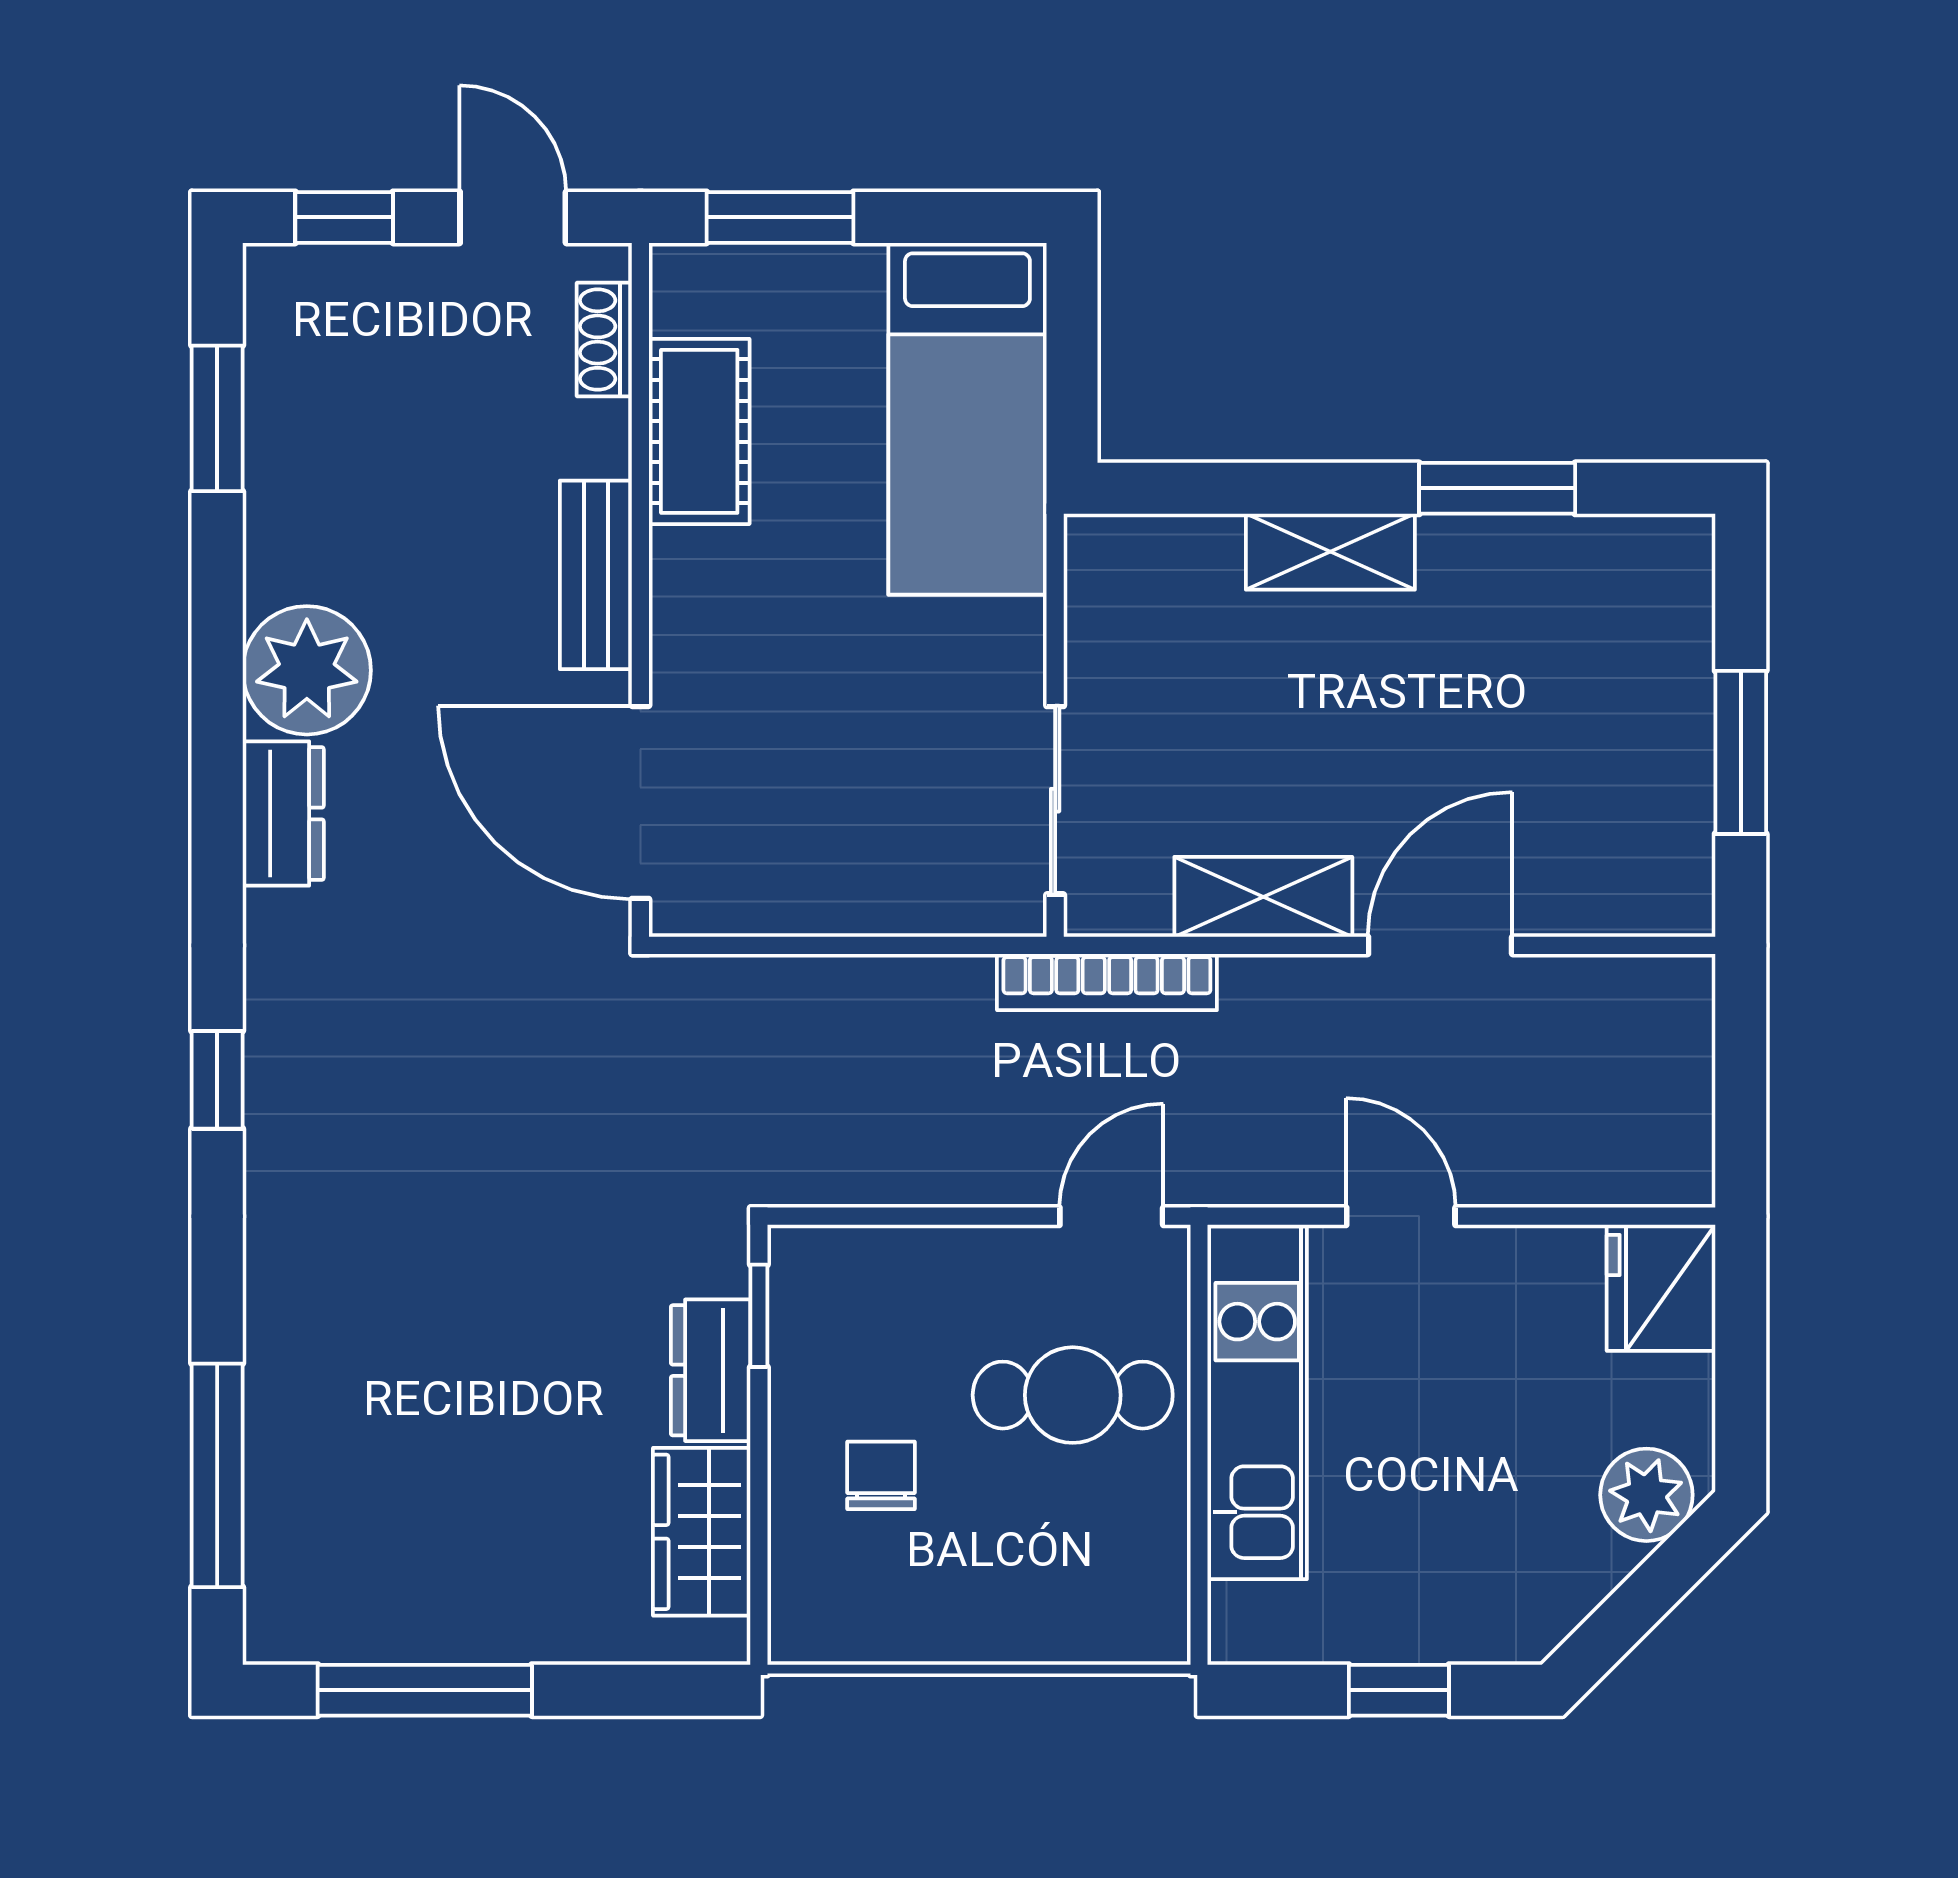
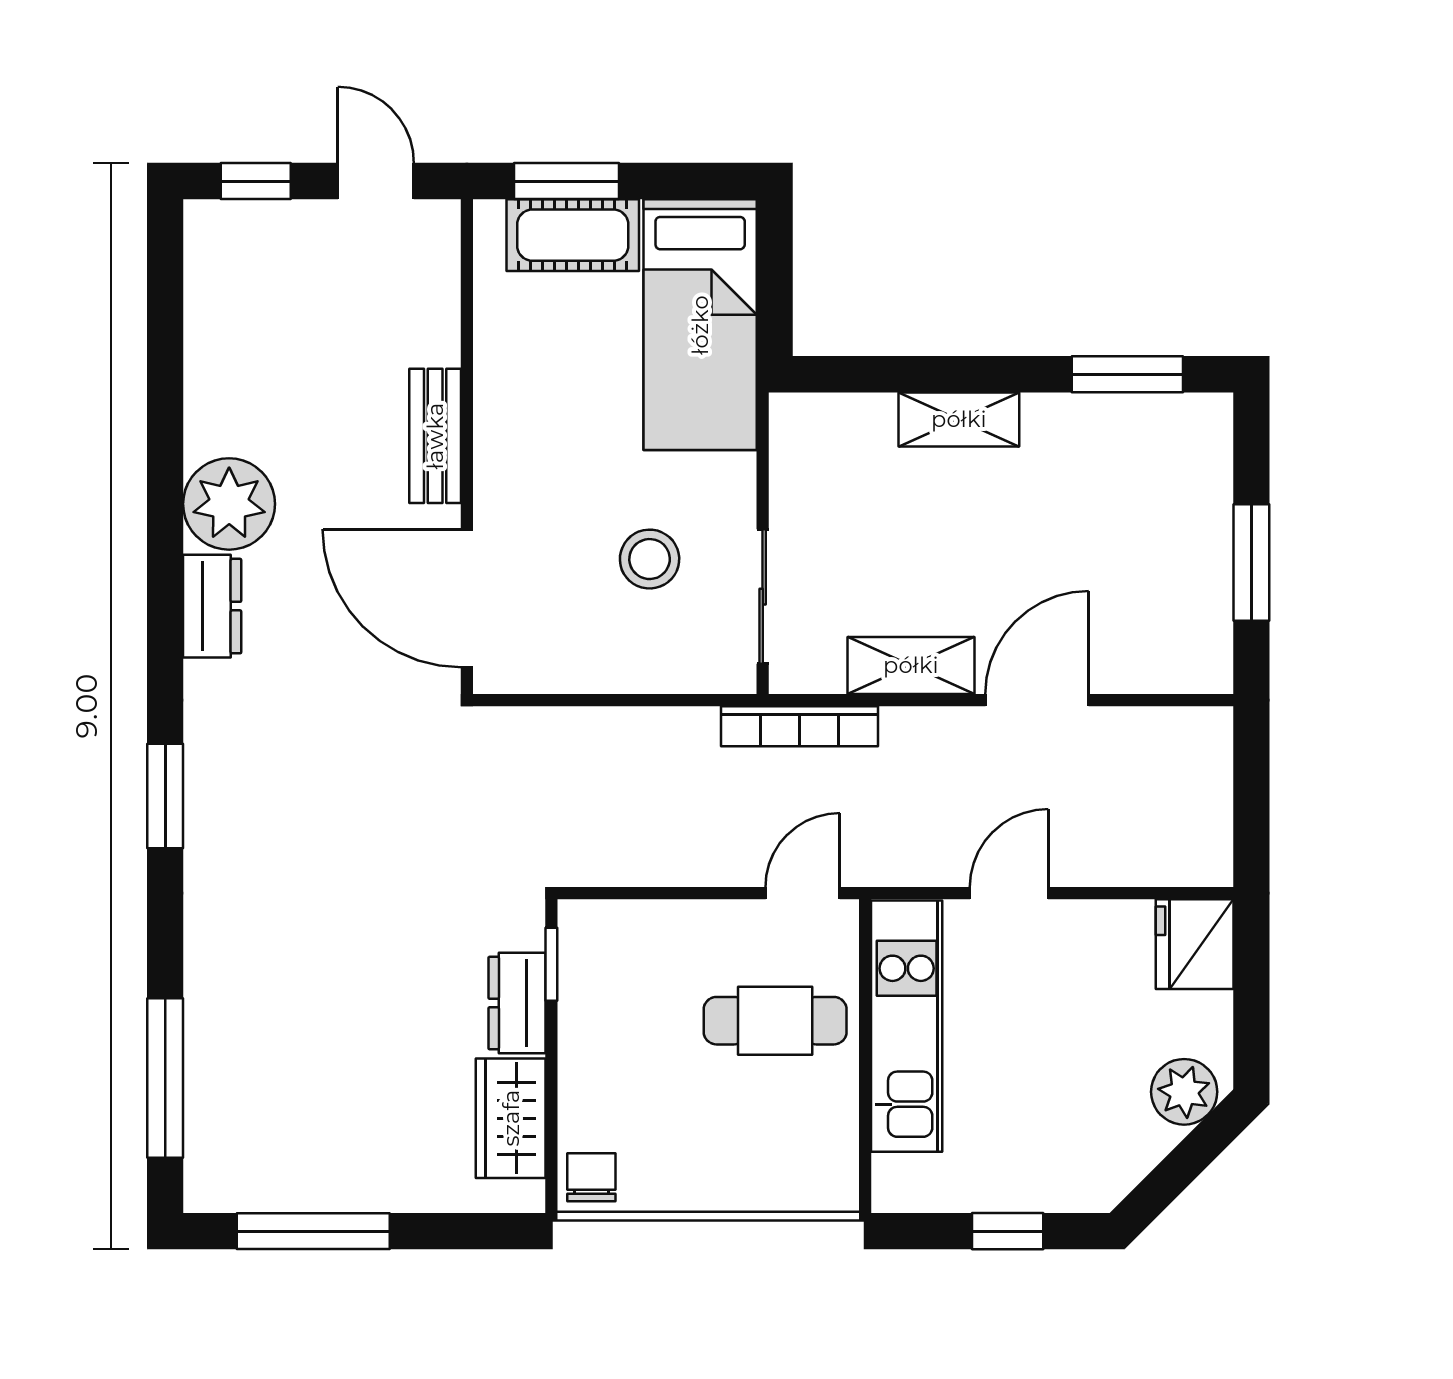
shoe rack: (604, 340) -> (441, 268), removed
window: (217, 418) -> (165, 324), removed
cot: (699, 431) -> (573, 235), moved, turned 90
window: (1497, 488) -> (1127, 374), moved
stool: (897, 748) -> (650, 559), added
window: (217, 1080) -> (165, 796), width x1.50
door: (1401, 1216) -> (1009, 893), hinge flipped
chair: (881, 1475) -> (591, 1177), moved

